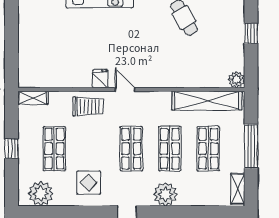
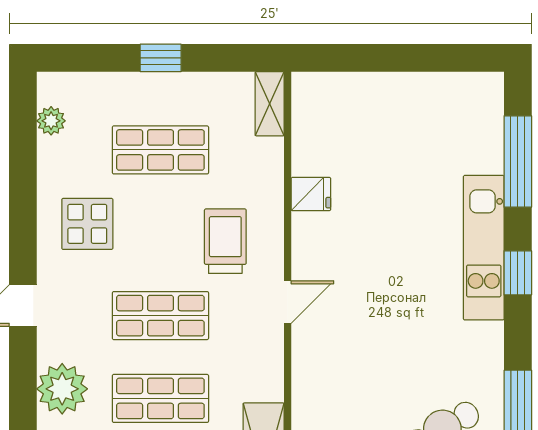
fridge: (100, 79) -> (311, 194), moved
trolley: (88, 106) -> (225, 241), moved, turned 180
plant: (41, 194) -> (51, 121), width x0.53, depth x0.53

